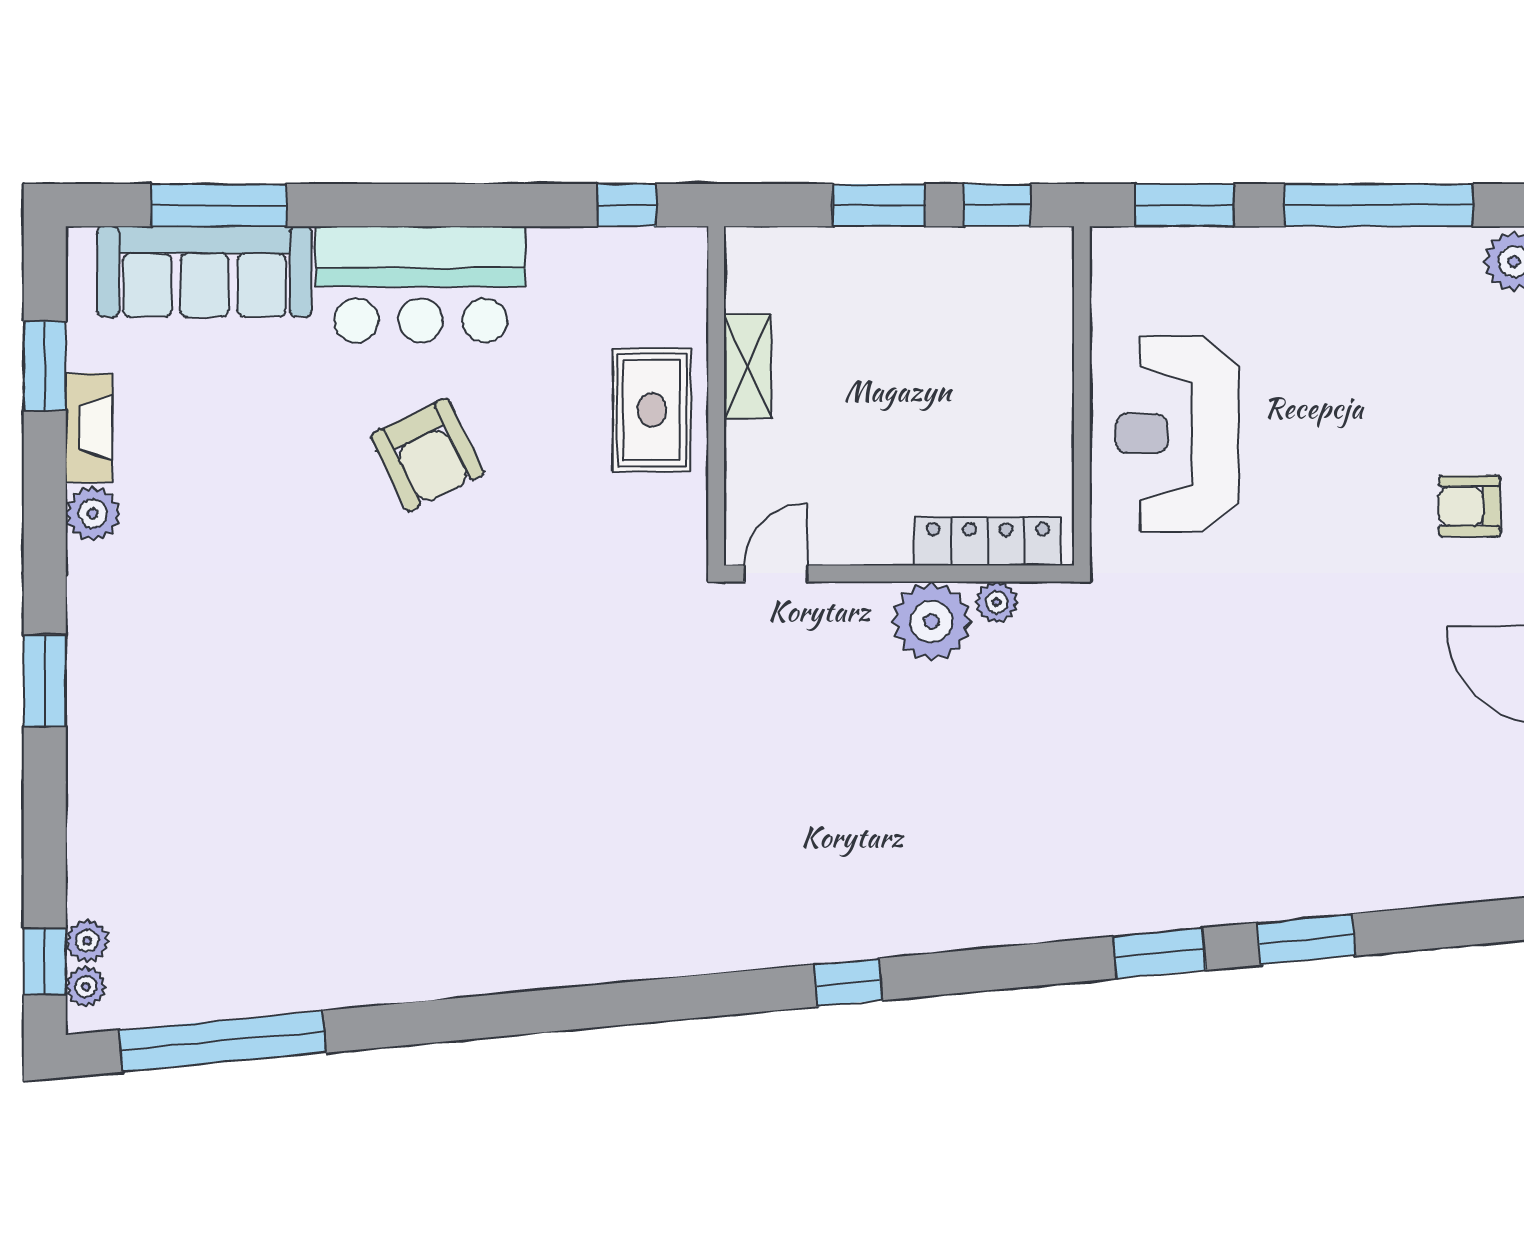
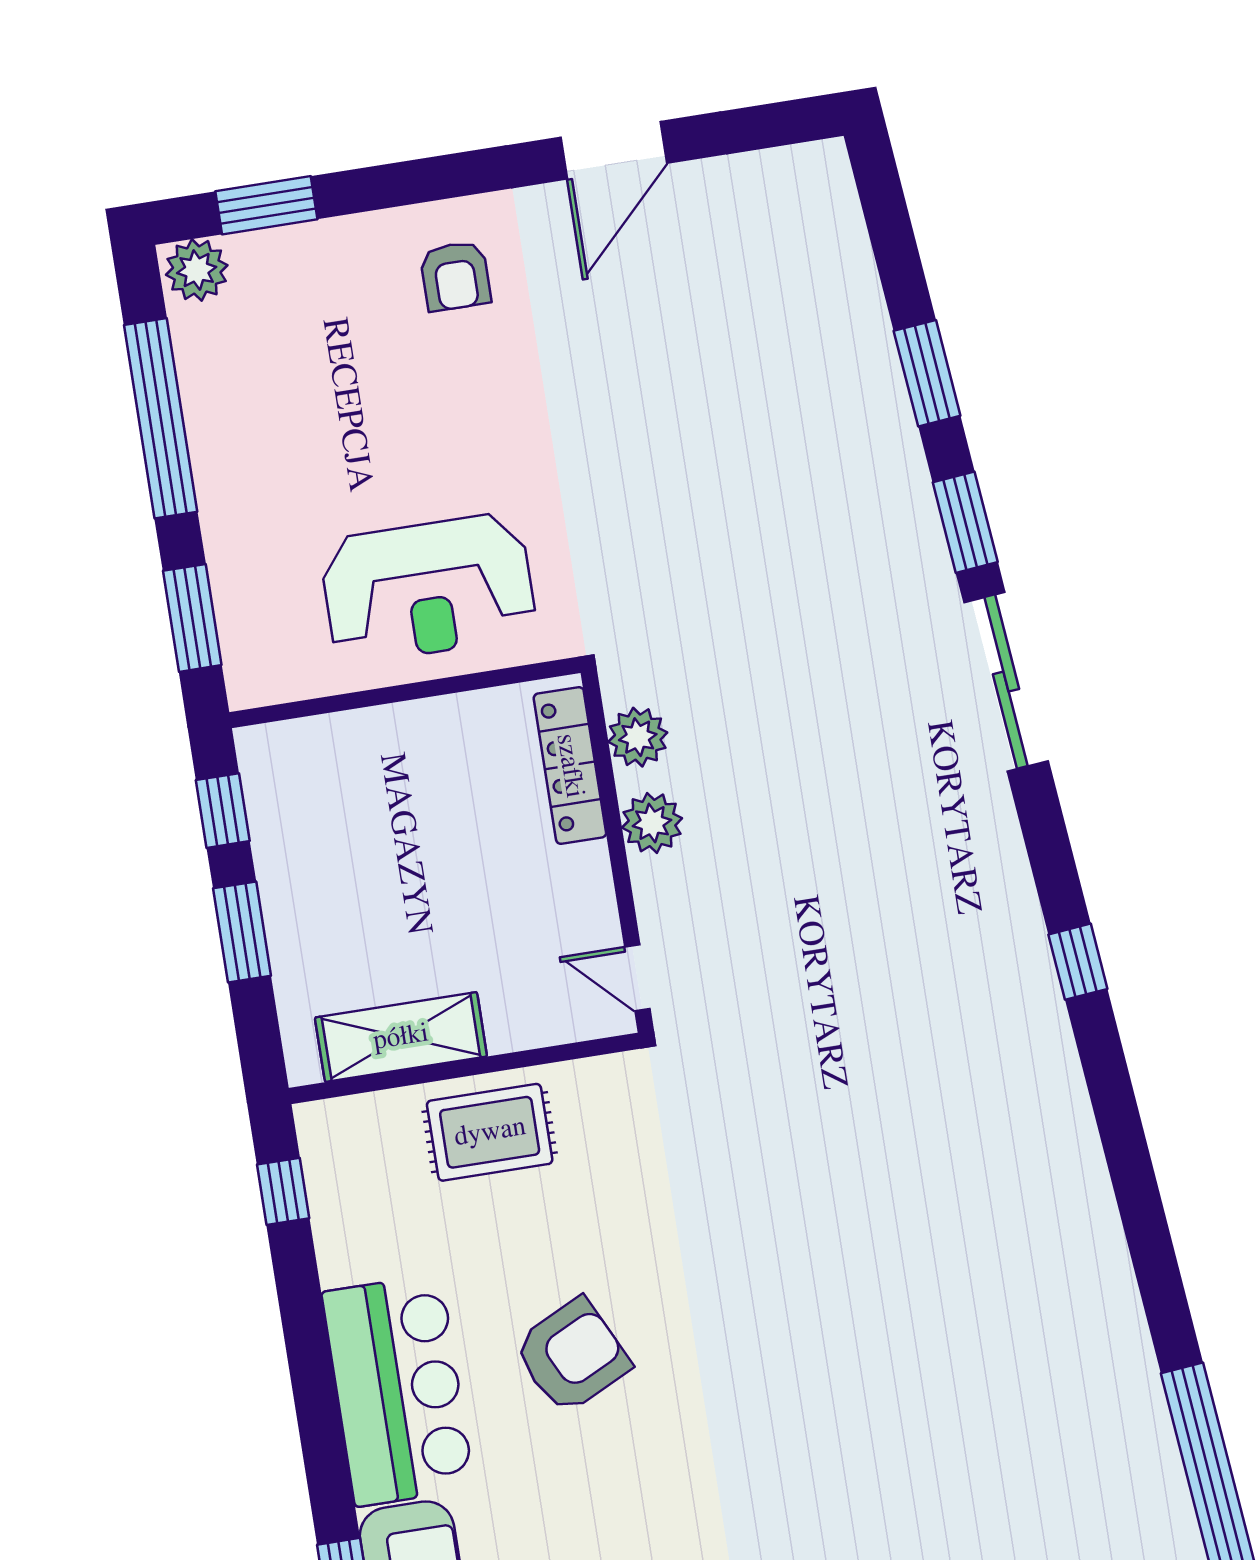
shelving: (748, 366) -> (401, 1037), width x1.50, depth x1.33
plant: (997, 602) -> (638, 737), width x1.38, depth x1.38
plant: (932, 621) -> (652, 823), width x0.73, depth x0.73
sliding door: (1002, 968) -> (1006, 682), added
window: (848, 982) -> (1078, 962), moved

